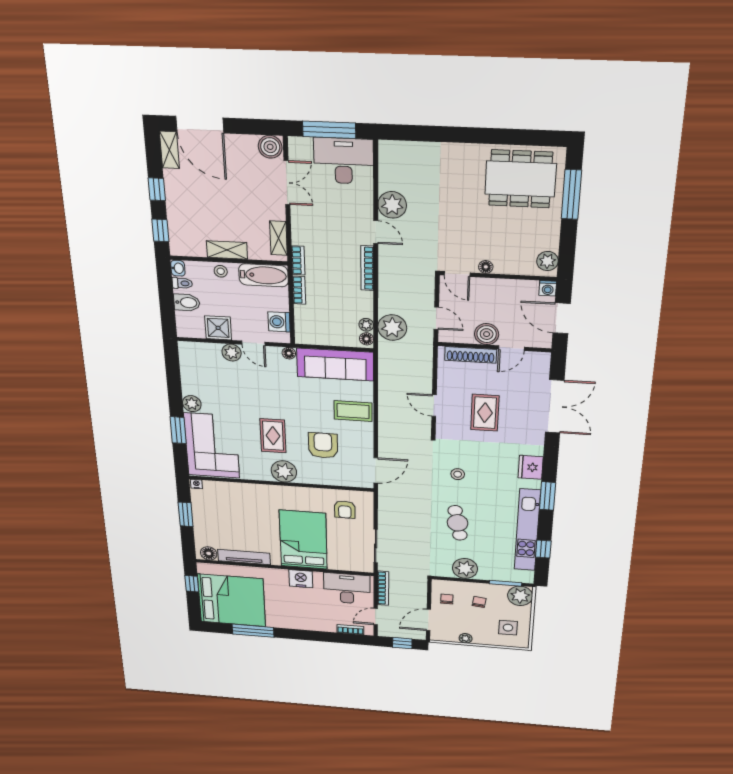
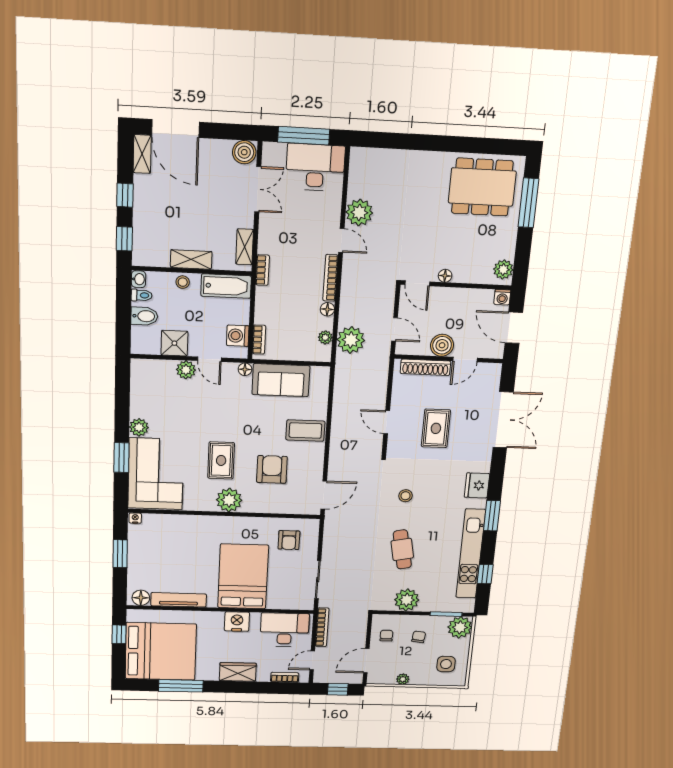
bookcase: (299, 290) -> (259, 340), moved
floor lamp: (366, 339) -> (327, 309), moved
sofa: (335, 365) -> (281, 380), width x0.73
wardrobe: (305, 622) -> (238, 672), added

